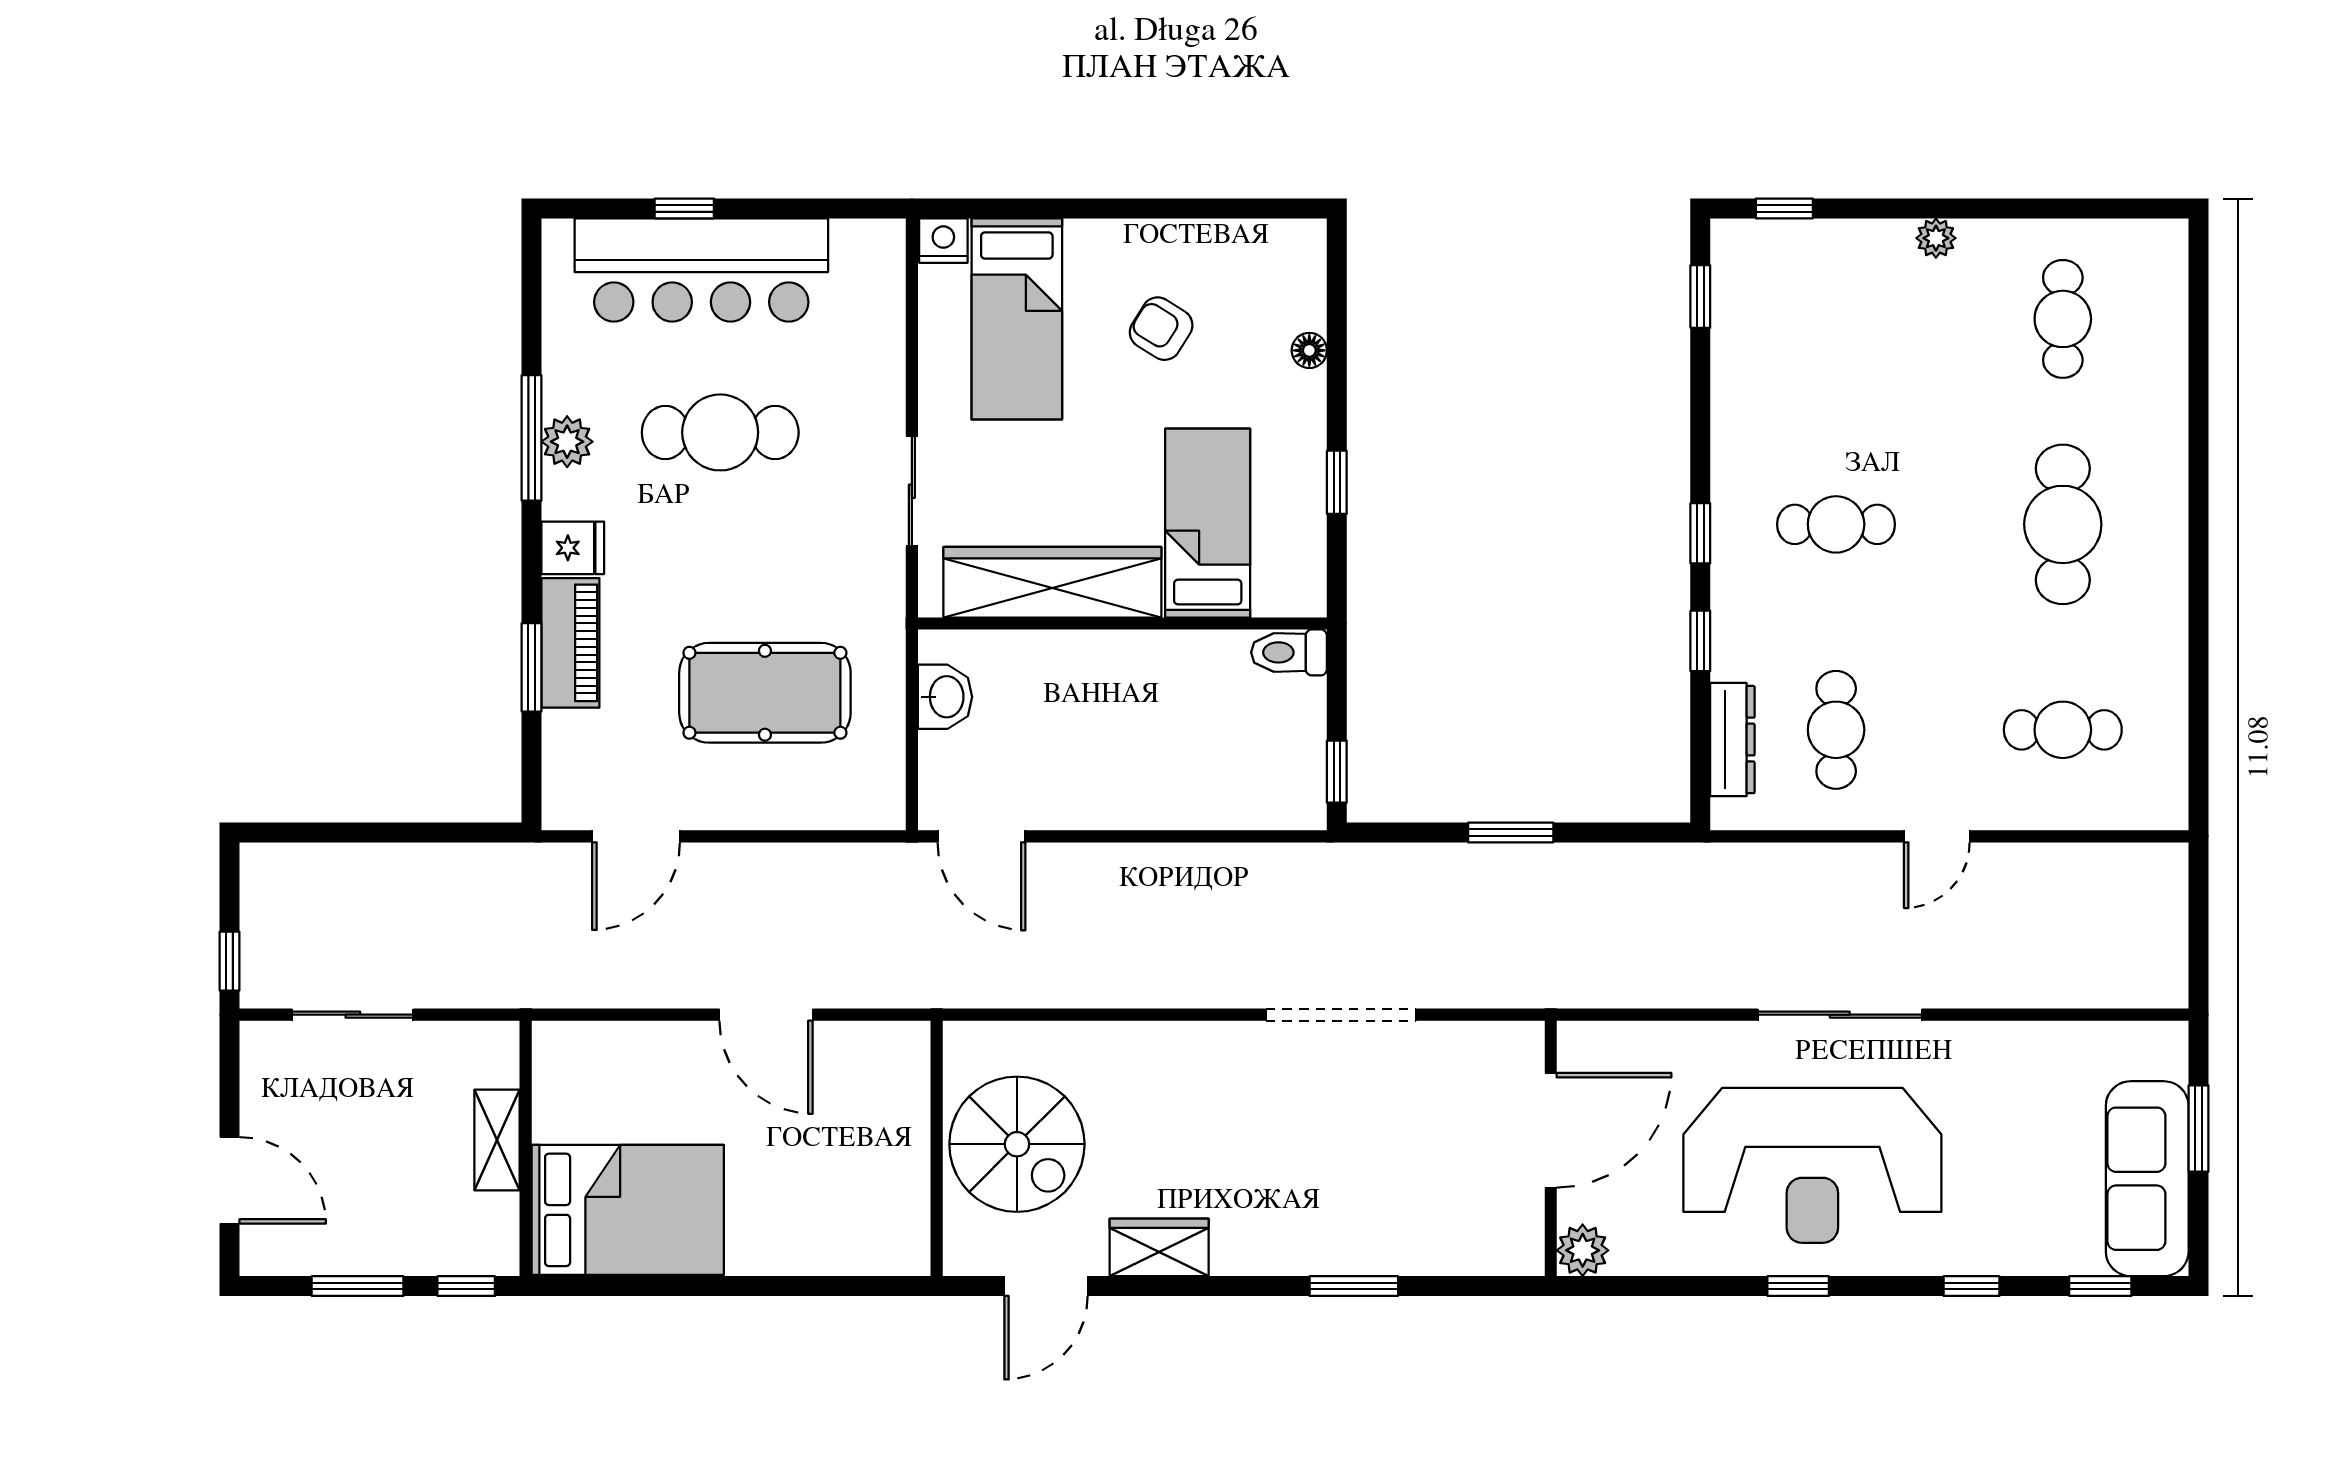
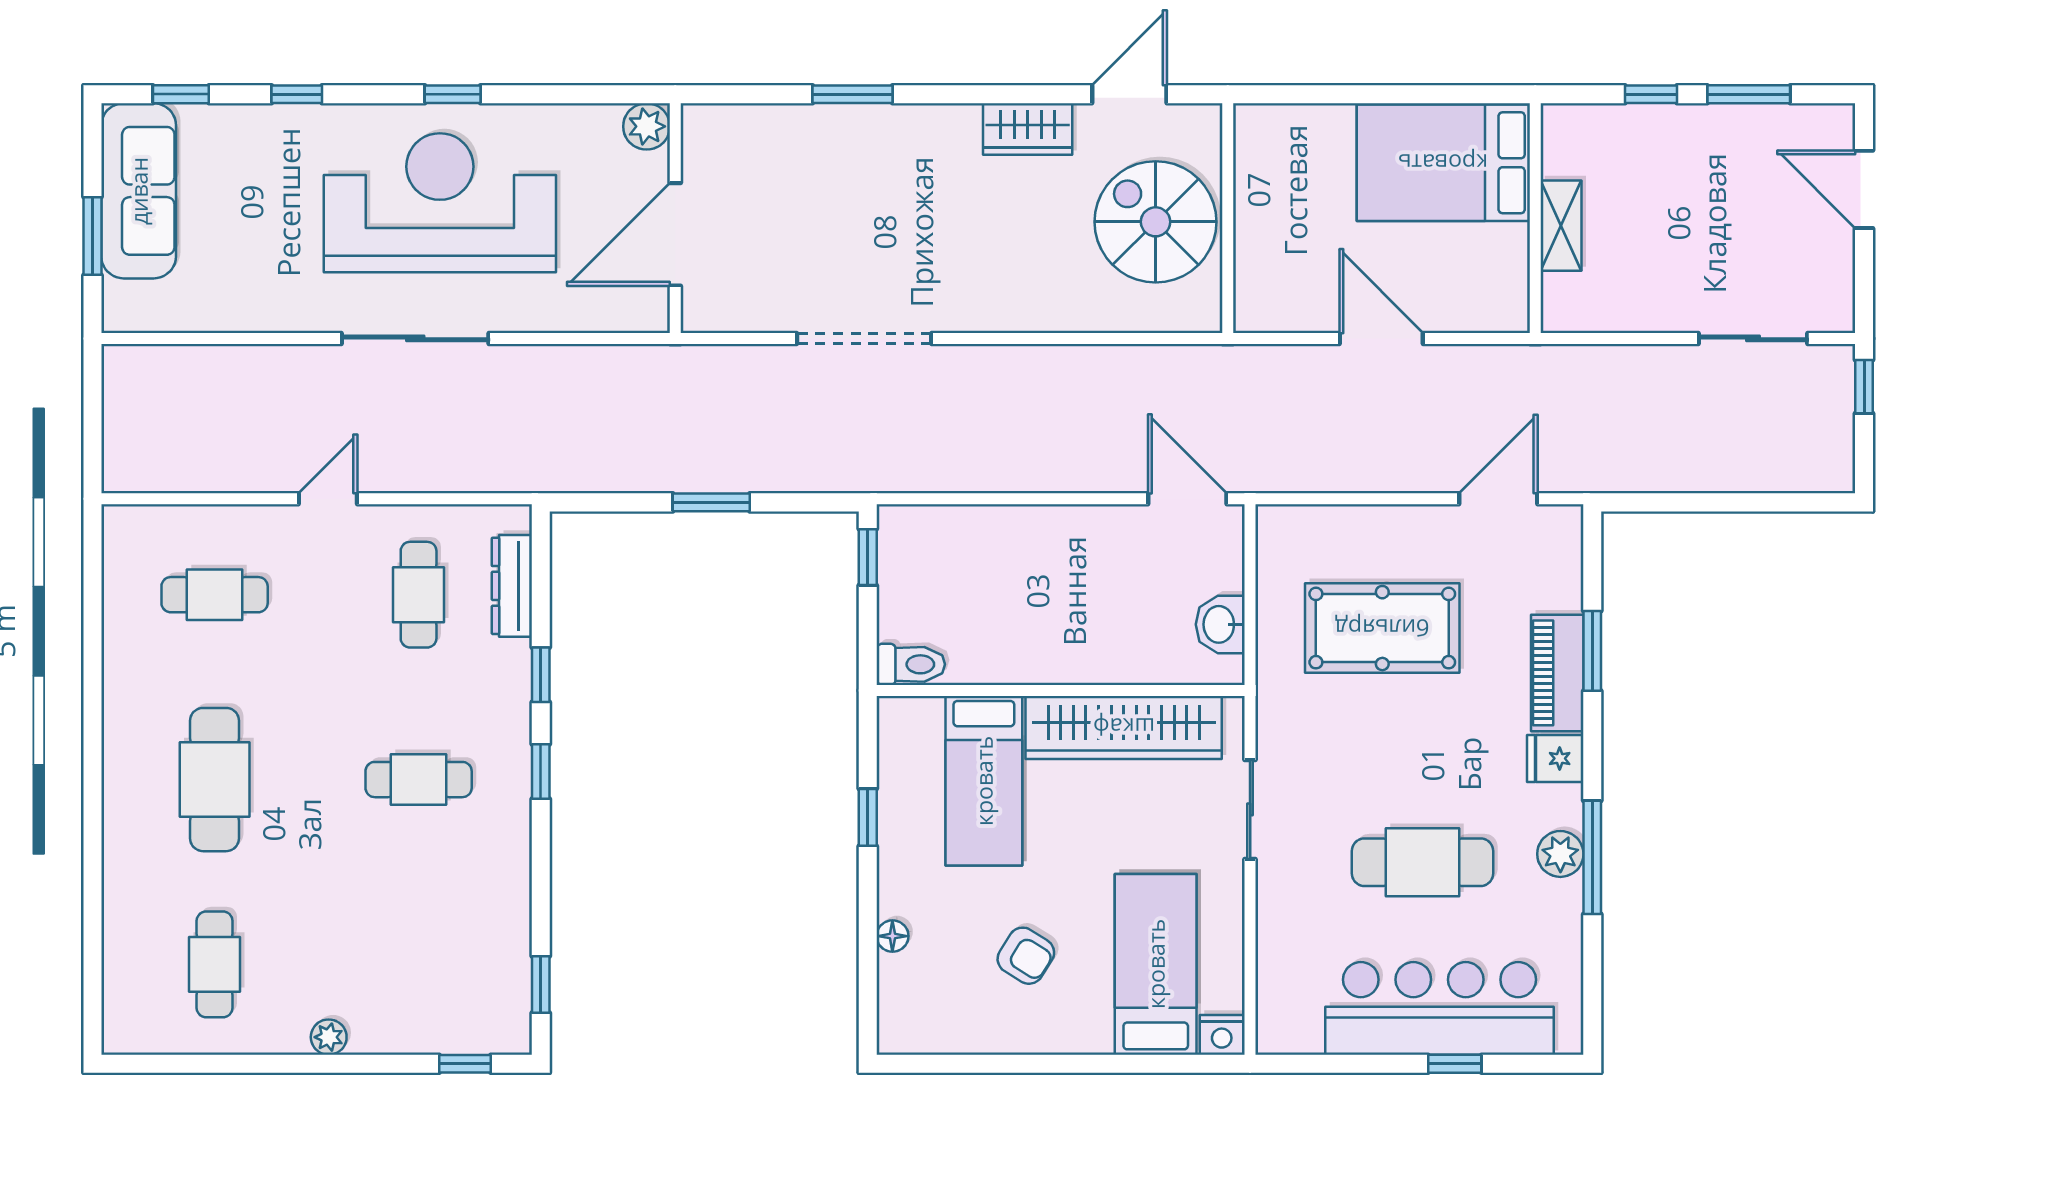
shelving: (497, 1140) -> (1561, 226), moved
wall: (526, 1148) -> (1535, 218), moved
bed: (628, 1210) -> (1443, 163), moved

